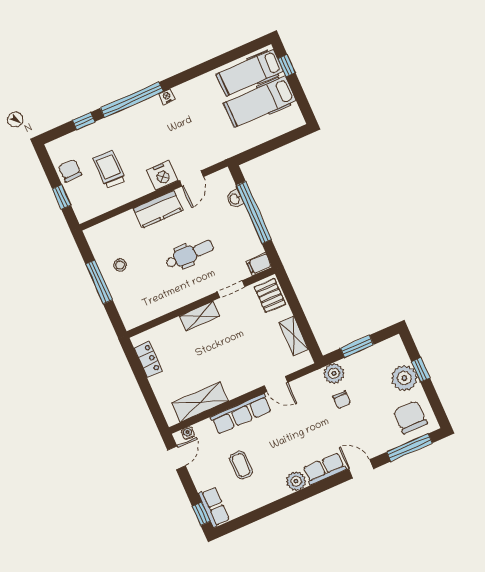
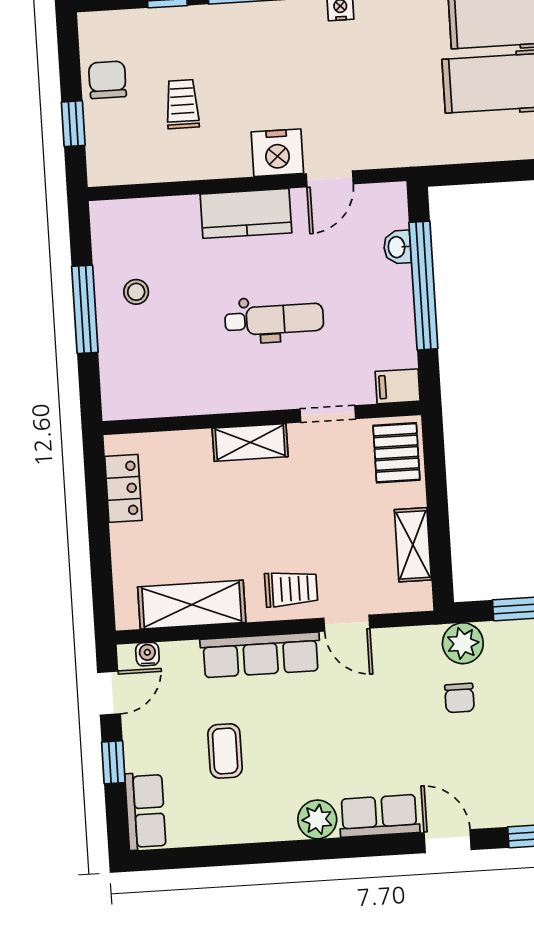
trolley: (109, 169) -> (182, 104), width x0.73, depth x0.72
trolley: (244, 378) -> (291, 589), added
window: (201, 514) -> (113, 762), moved

